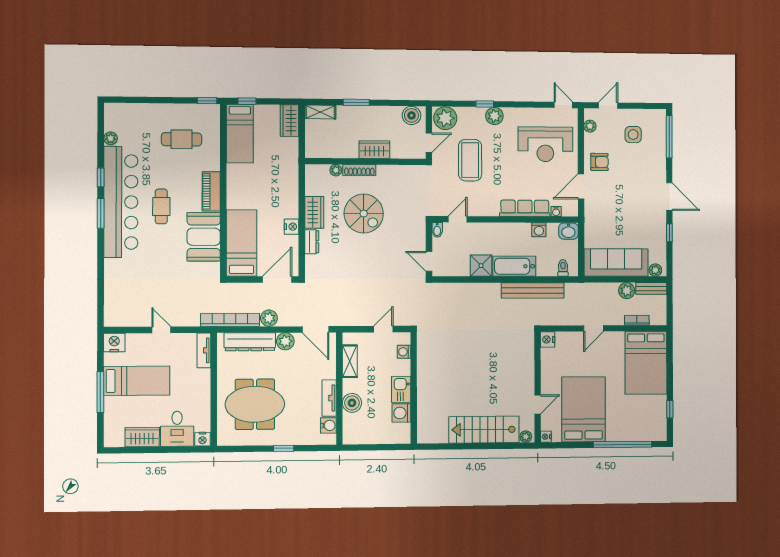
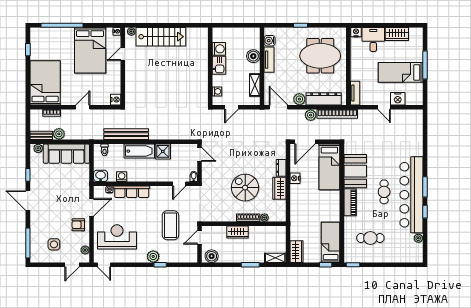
plant: (445, 118) -> (188, 255), removed
nightstand: (114, 343) -> (398, 99), moved

